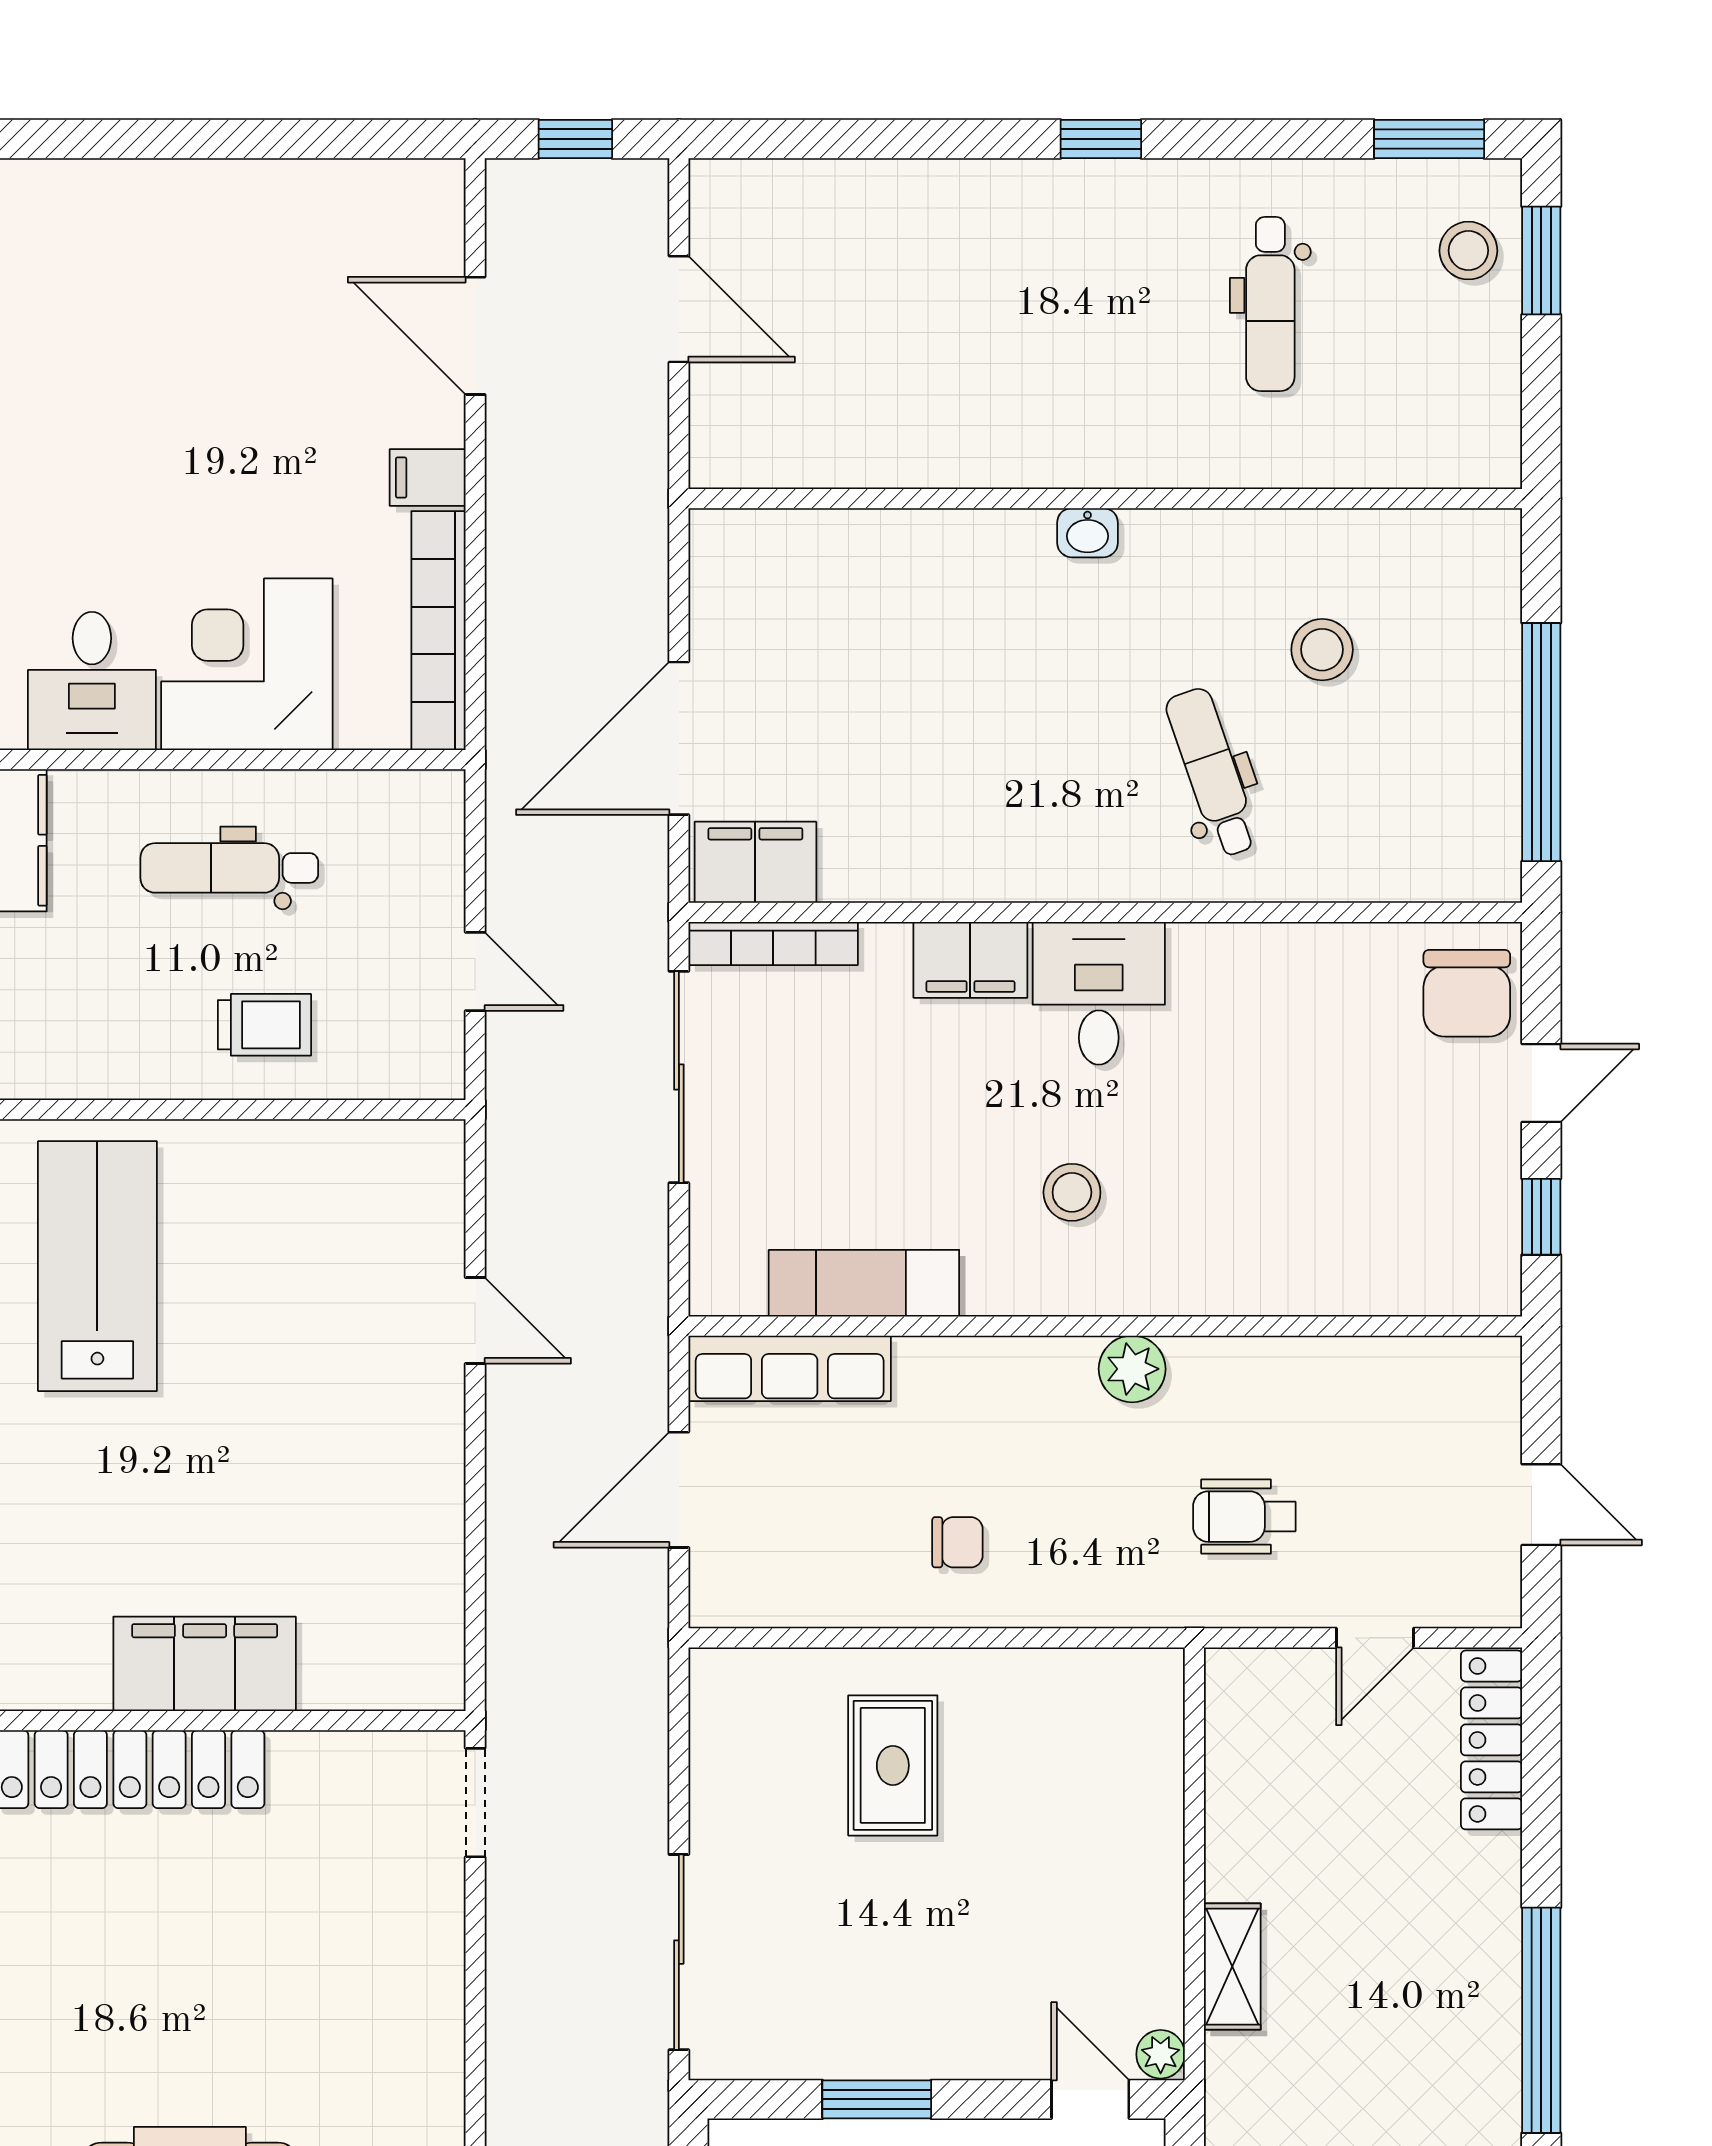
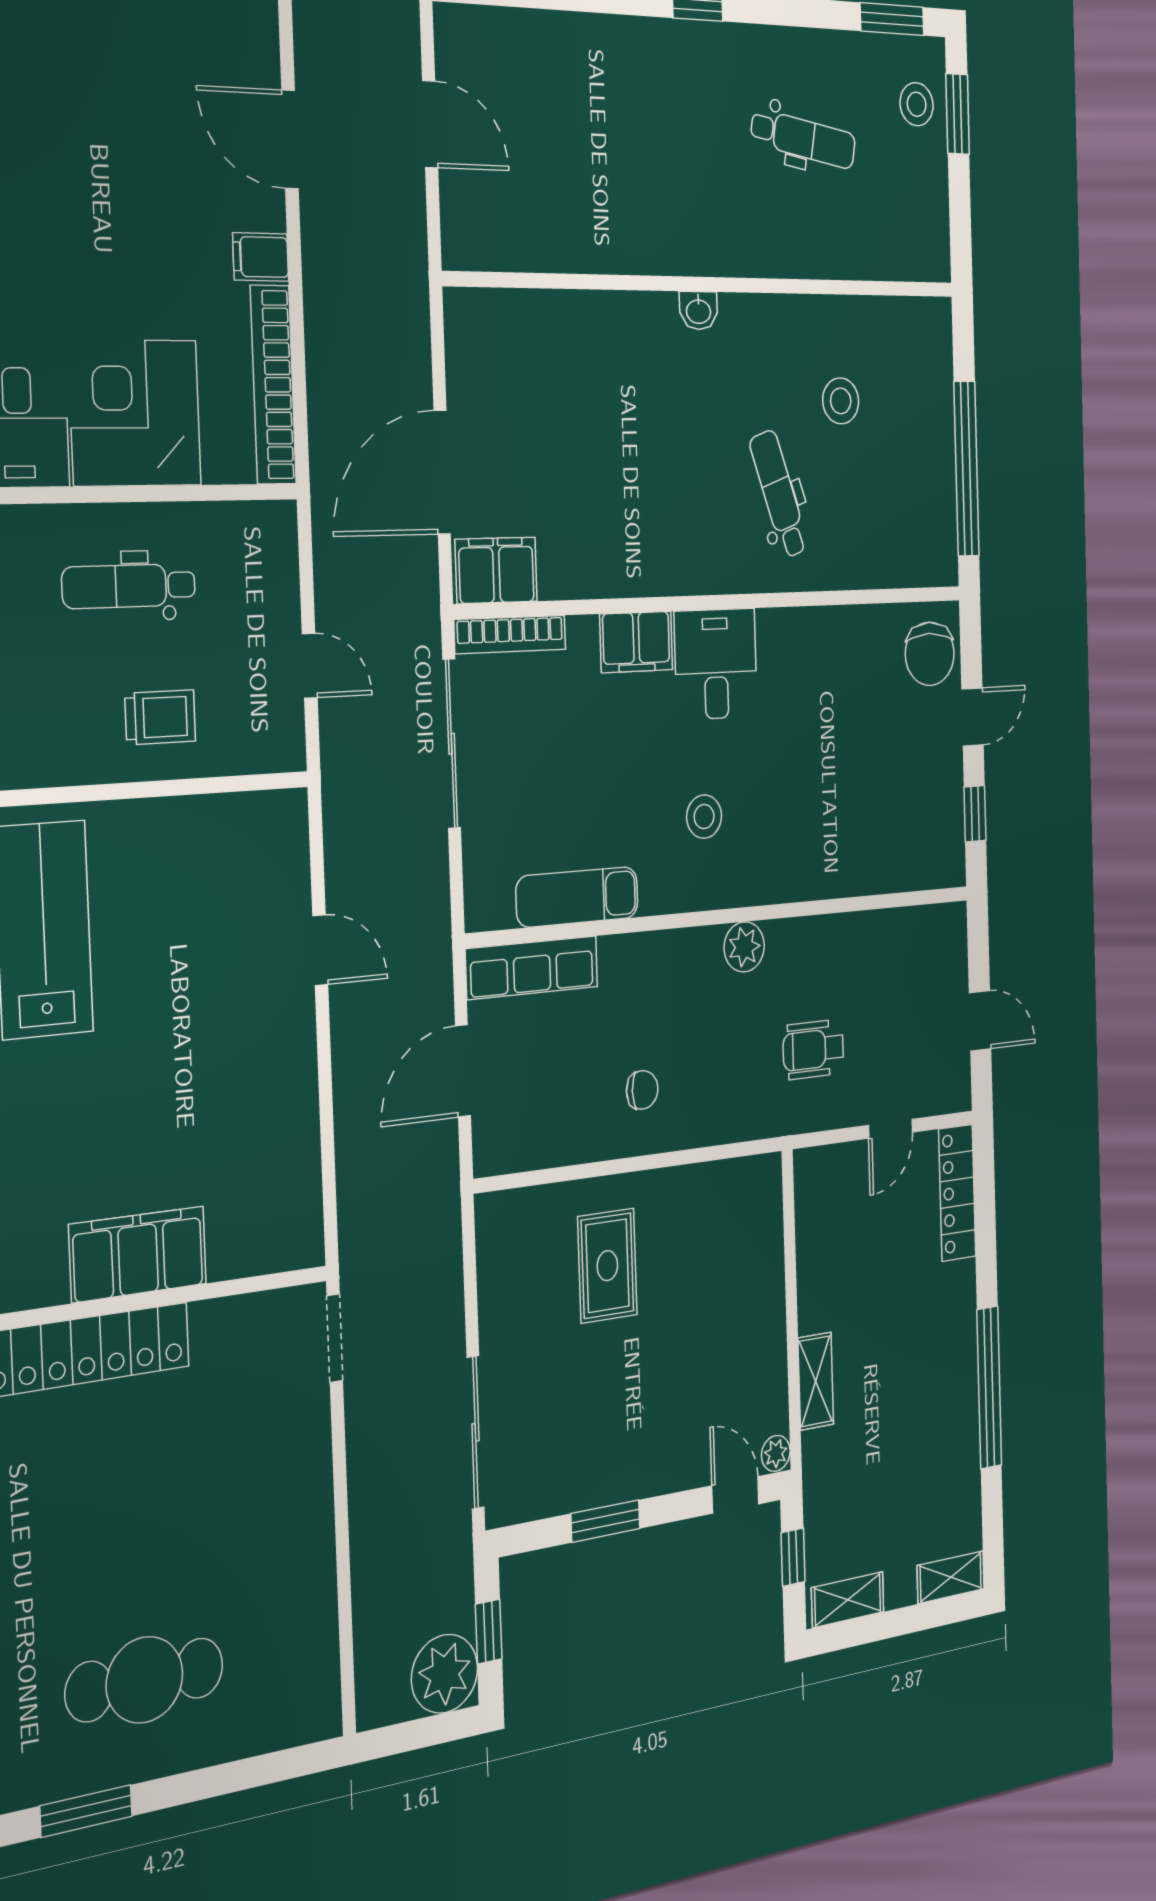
dental chair: (1270, 304) -> (803, 139), turned -80

